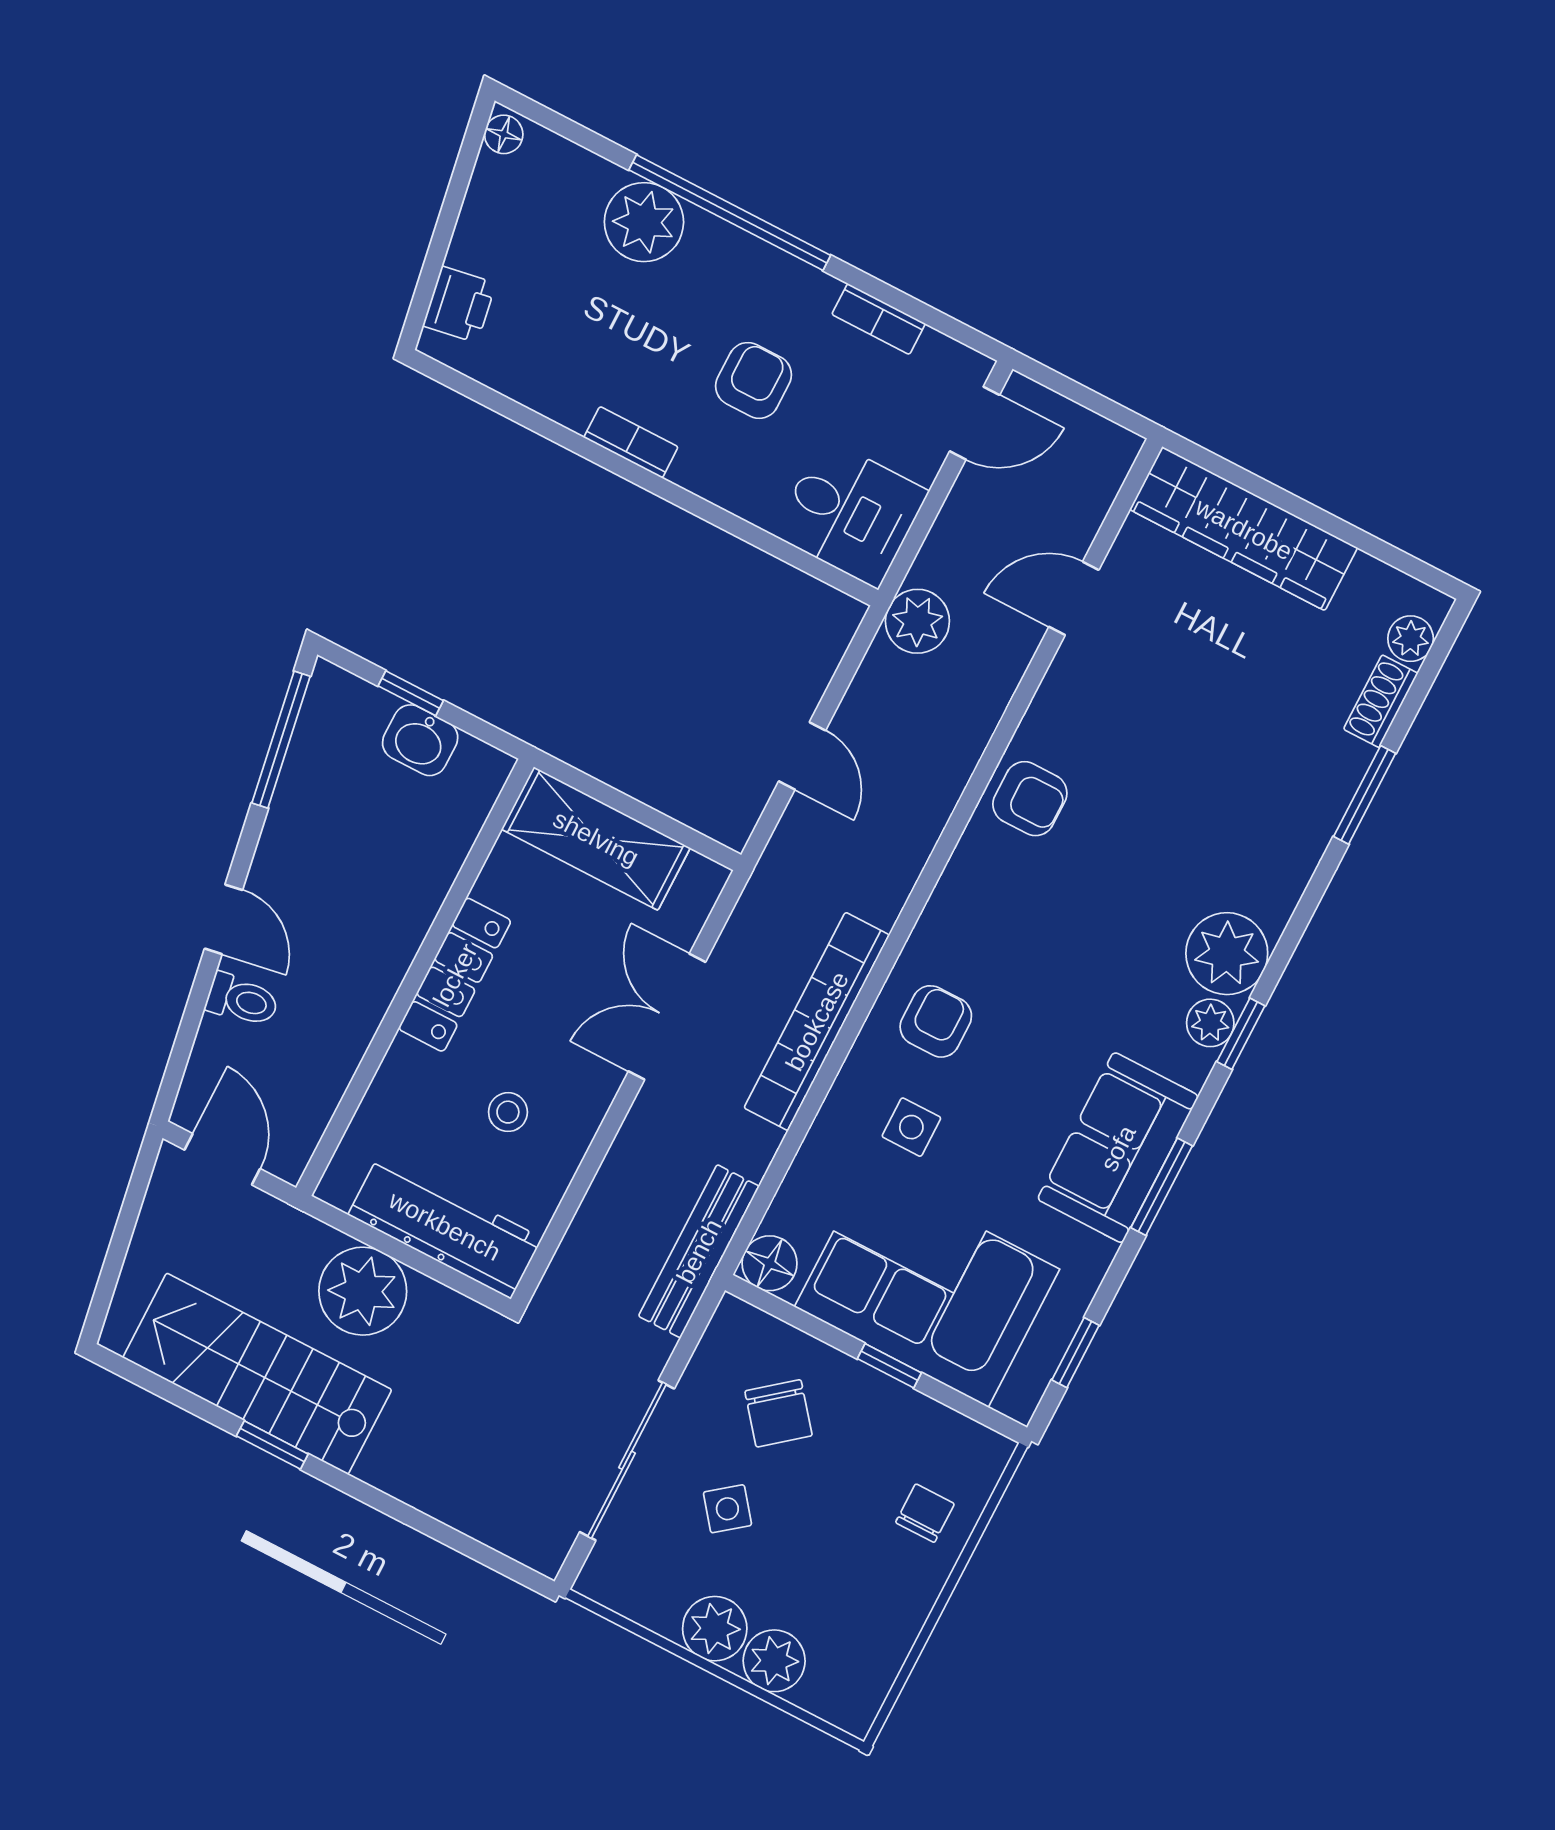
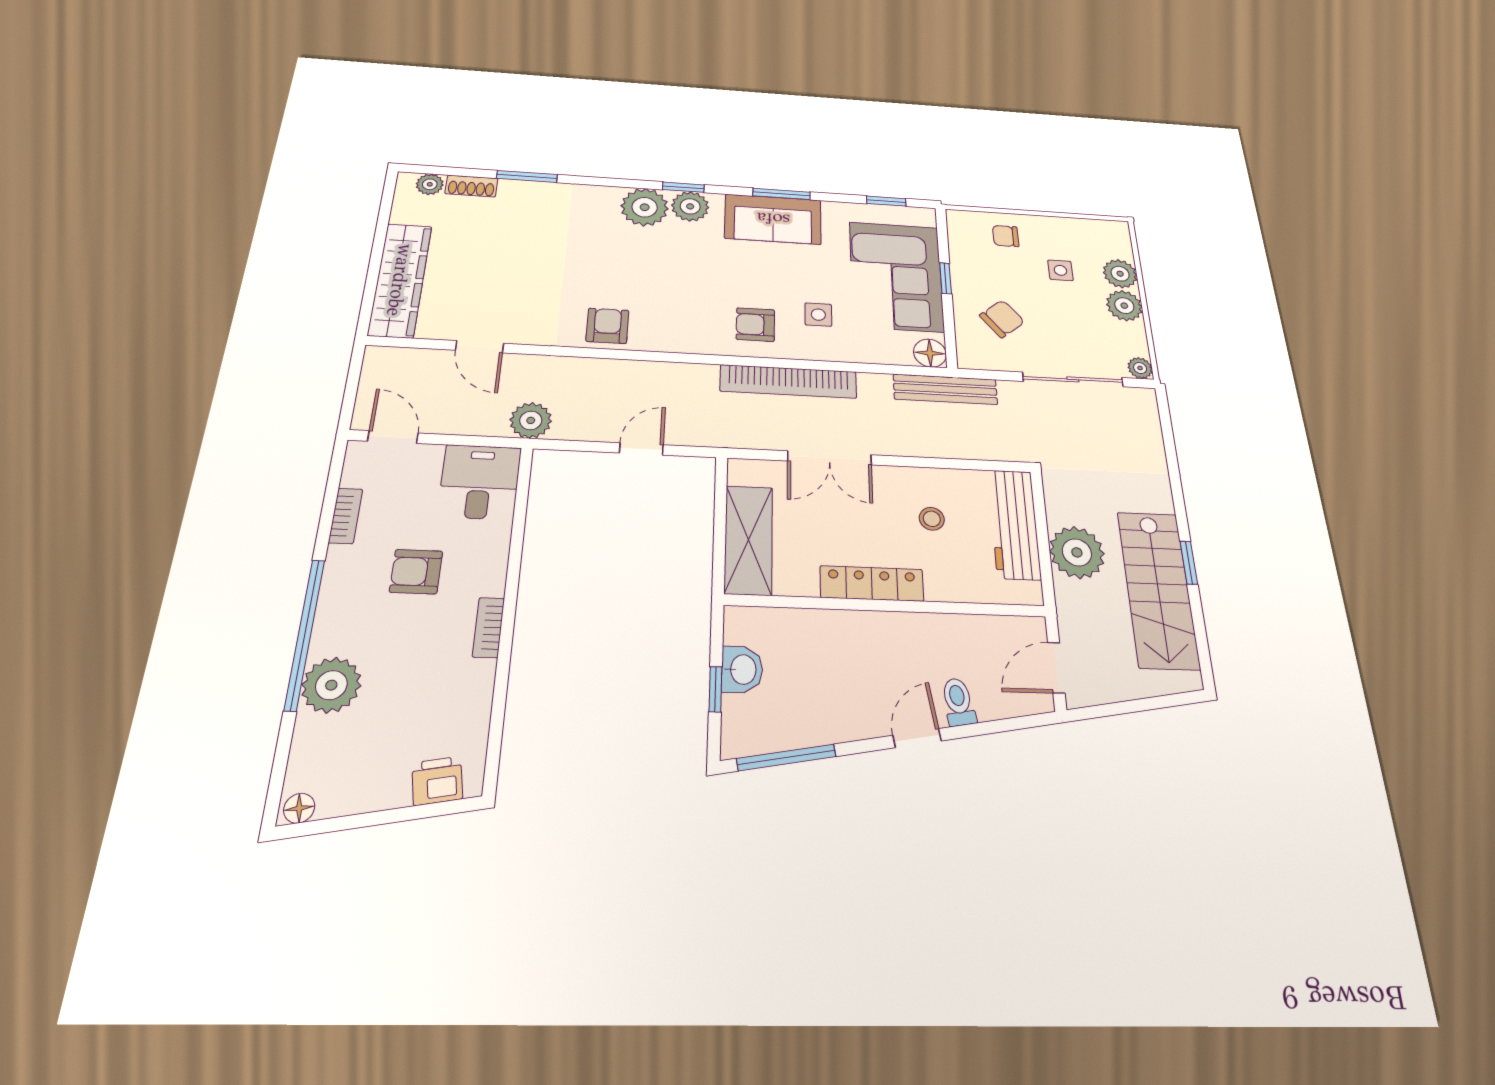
plant: (1210, 1023) -> (690, 206), width x1.38, depth x1.38
side table: (727, 1509) -> (1060, 270), moved, turned 38
plant: (598, 1580) -> (1140, 368), added

